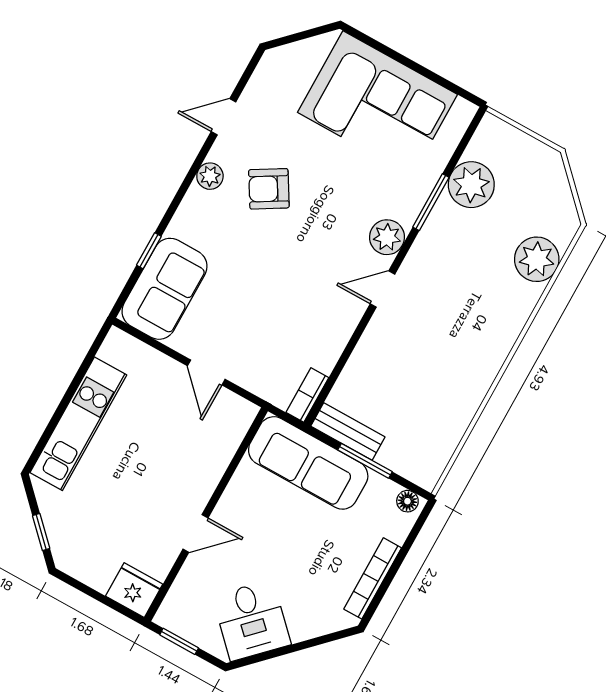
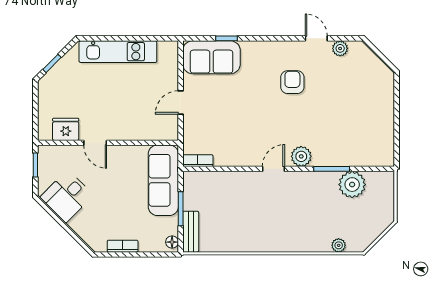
corner sofa: (377, 103) -> (367, 113), removed
plant: (210, 176) -> (340, 48), moved
armchair: (269, 189) -> (292, 82), turned 31
plant: (537, 259) -> (339, 245), width x0.53, depth x0.53
door: (382, 289) -> (273, 169), hinge flipped
bench: (348, 432) -> (191, 232), moved
bookcase: (373, 578) -> (123, 246), width x0.64
fridge: (134, 590) -> (66, 129), moved, turned -90

